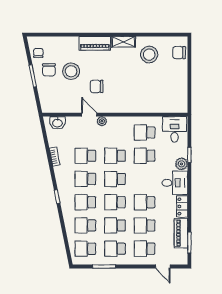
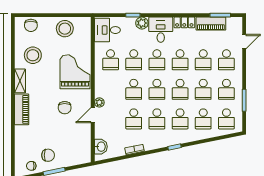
stool: (71, 71) -> (65, 29), moved
grand piano: (133, 97) -> (75, 72), added
school desk: (145, 179) -> (157, 60), added

